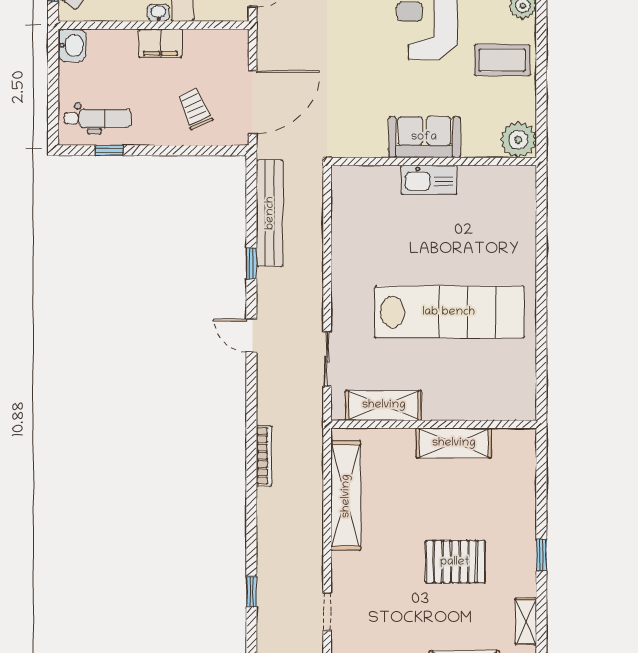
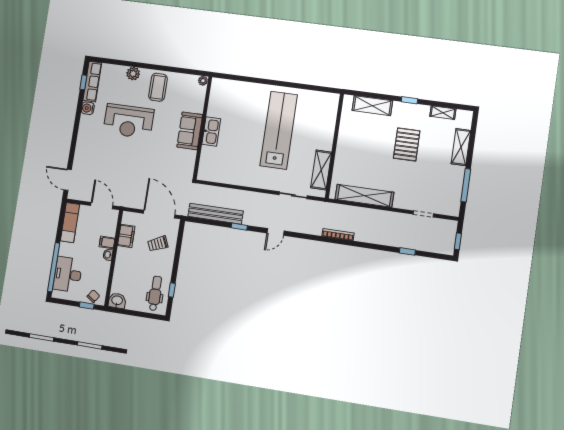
filing cabinet: (160, 43) -> (126, 236), moved
plant: (518, 140) -> (203, 81), width x0.53, depth x0.53
shelving: (454, 443) -> (372, 106), moved, turned 90

